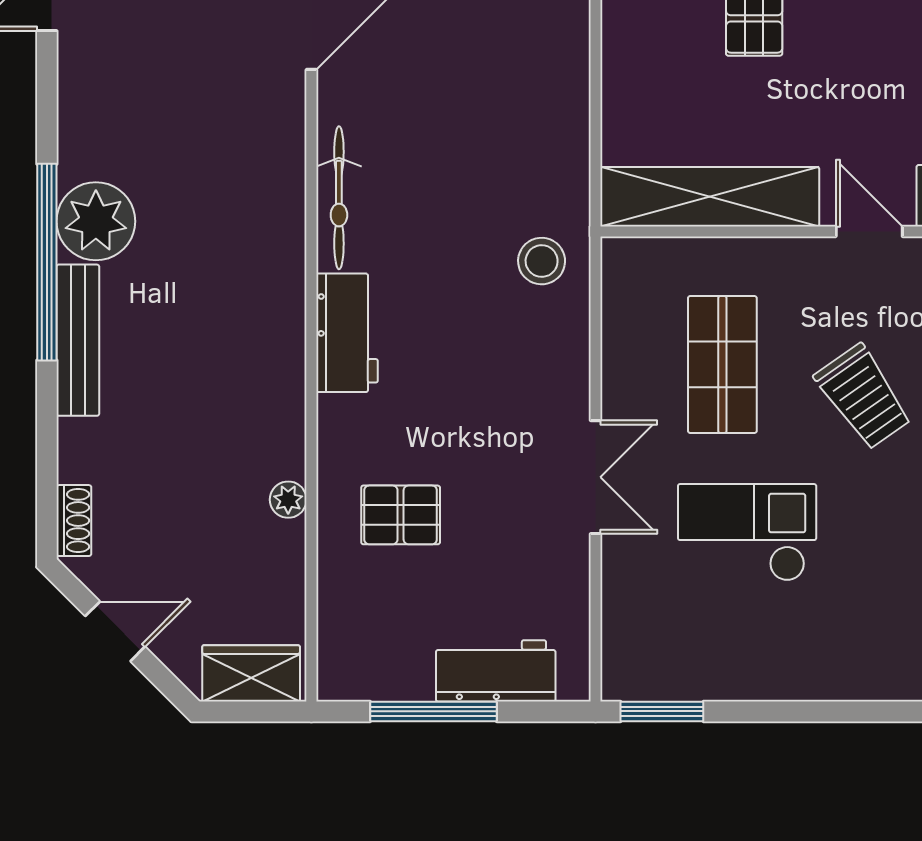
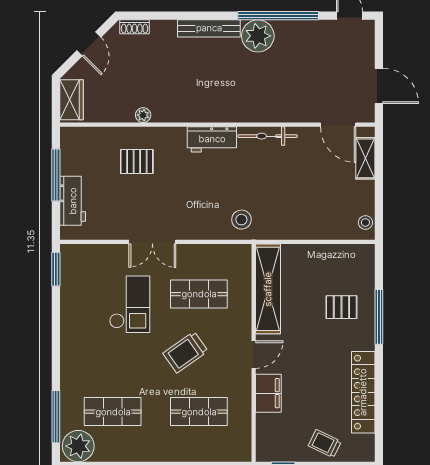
window: (47, 262) -> (278, 16), moved
pallet: (401, 515) -> (137, 161), turned 90

